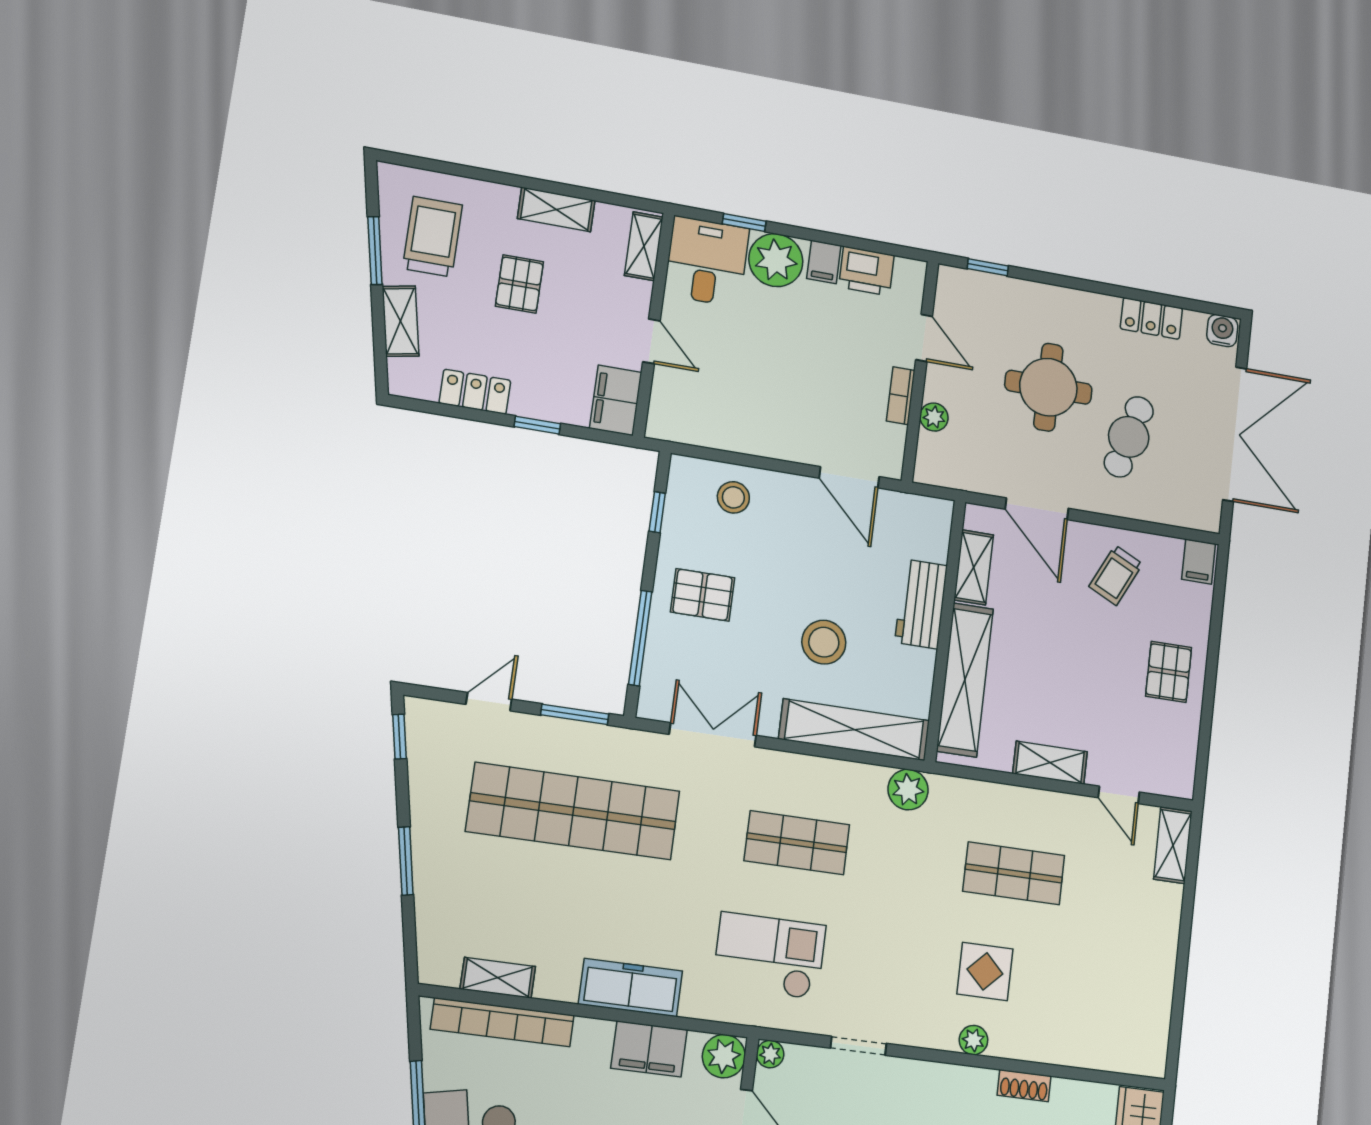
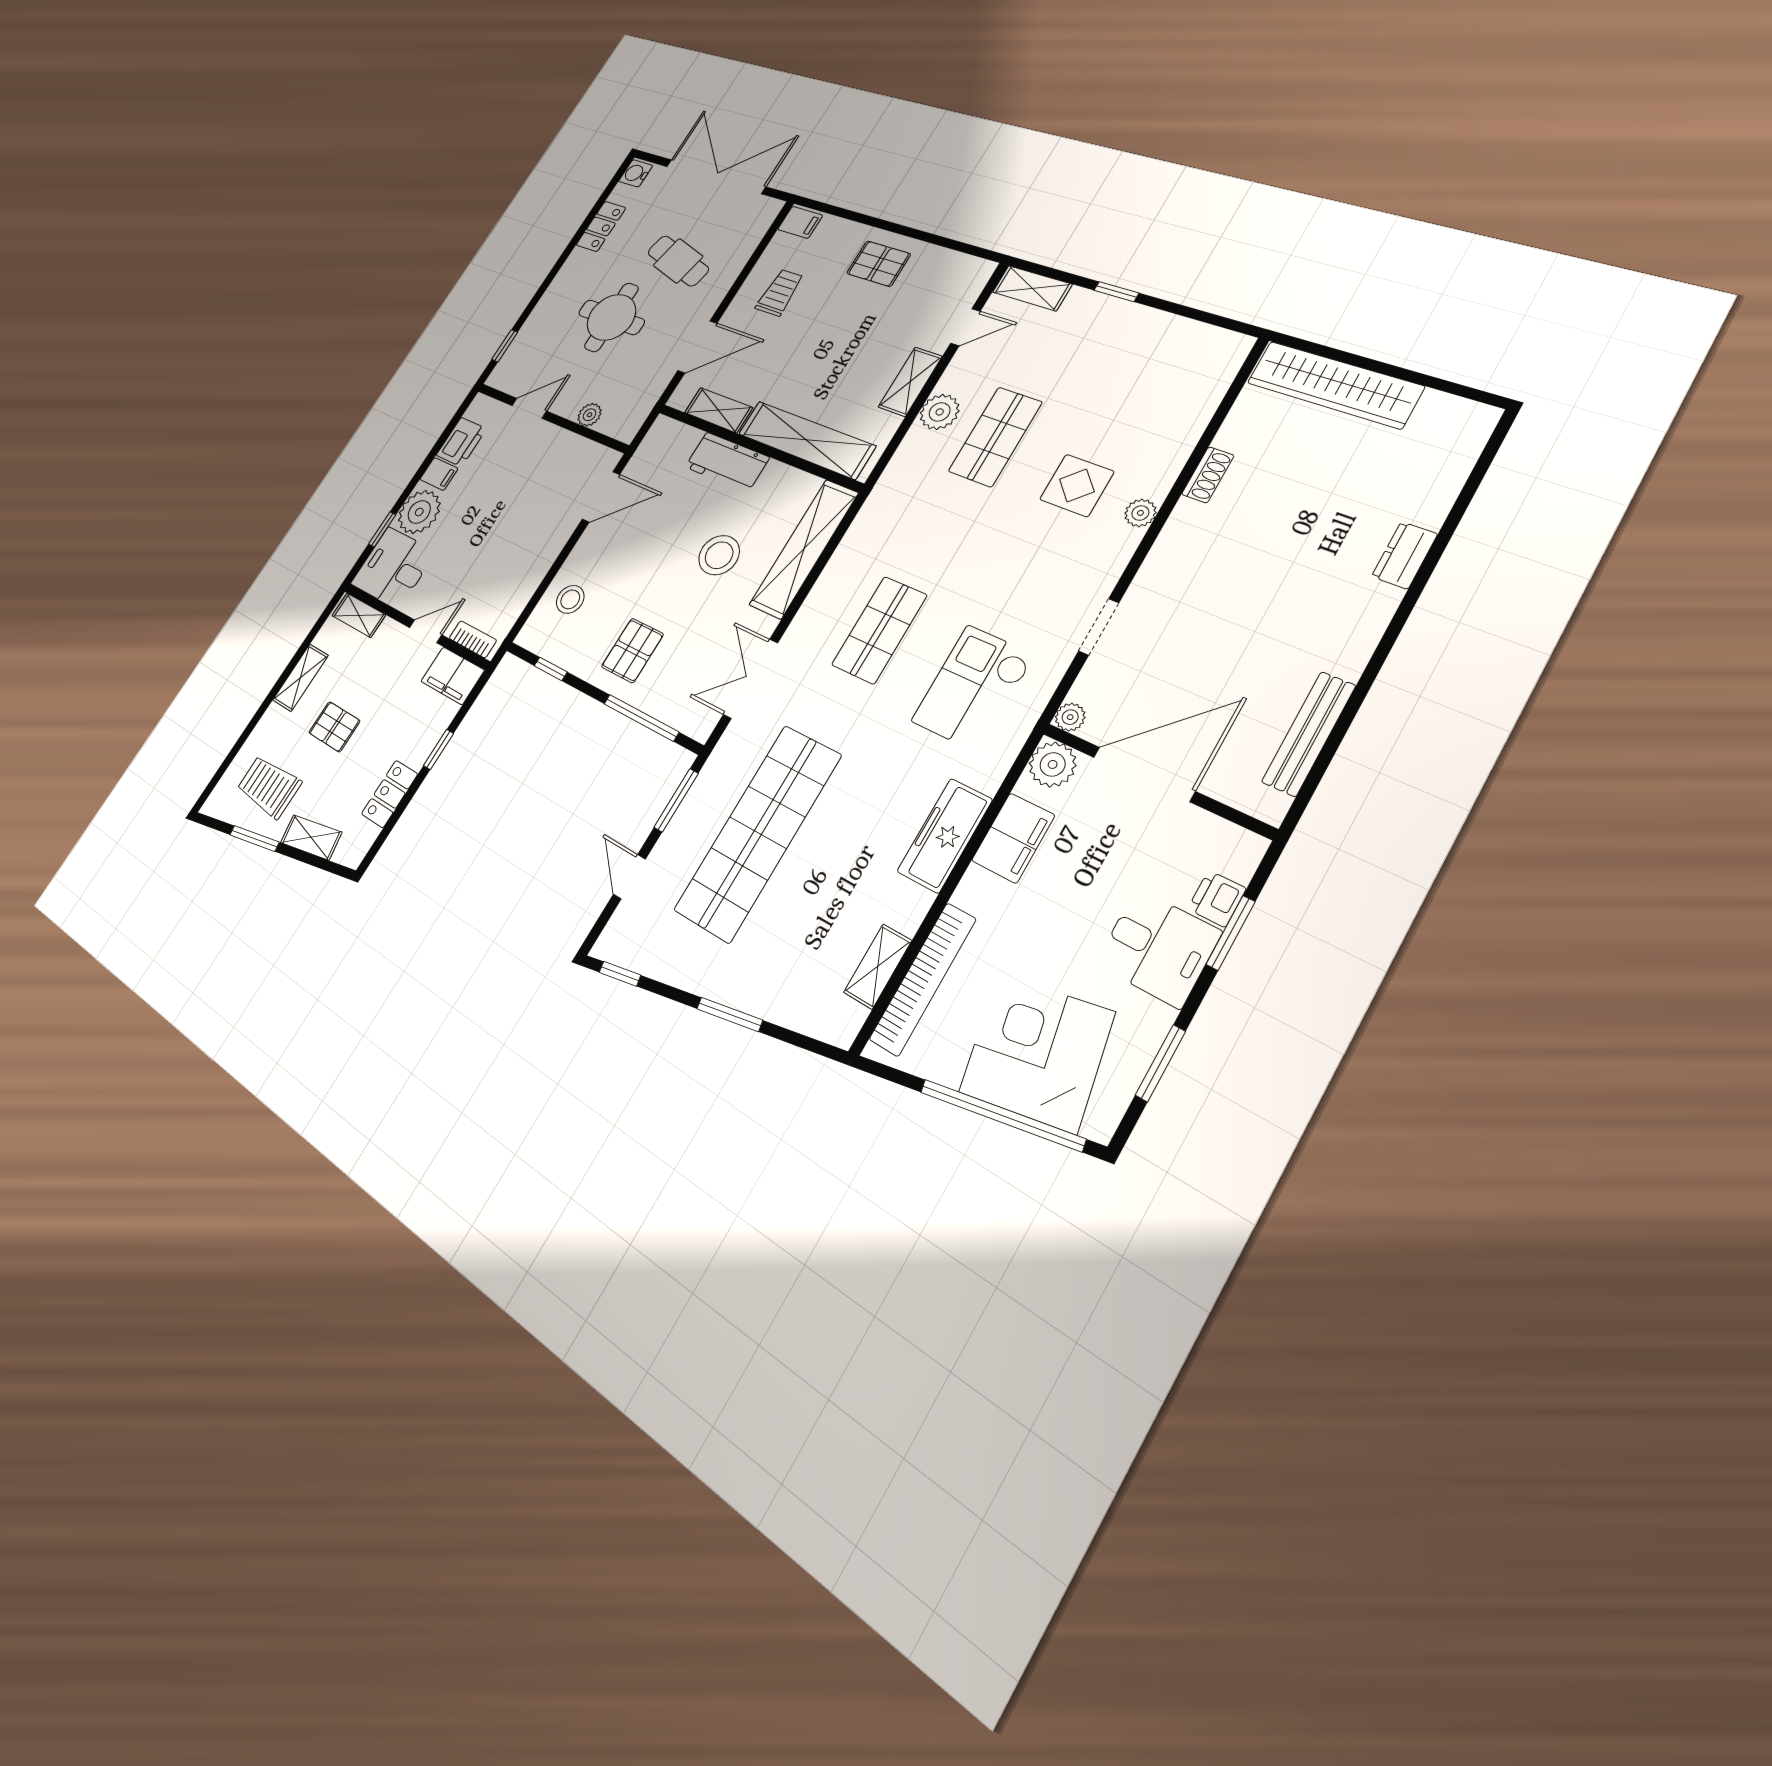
bookcase: (901, 396) -> (473, 639), moved, turned 180
trolley: (1116, 575) -> (780, 293), turned -116
plant: (908, 790) -> (940, 412), moved
window: (1185, 930) -> (1116, 292), added

